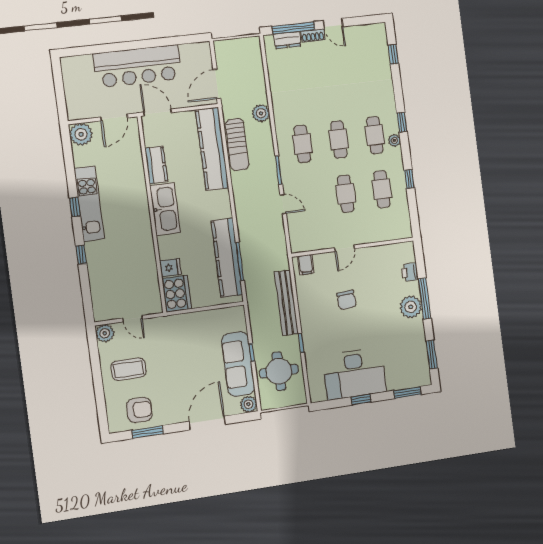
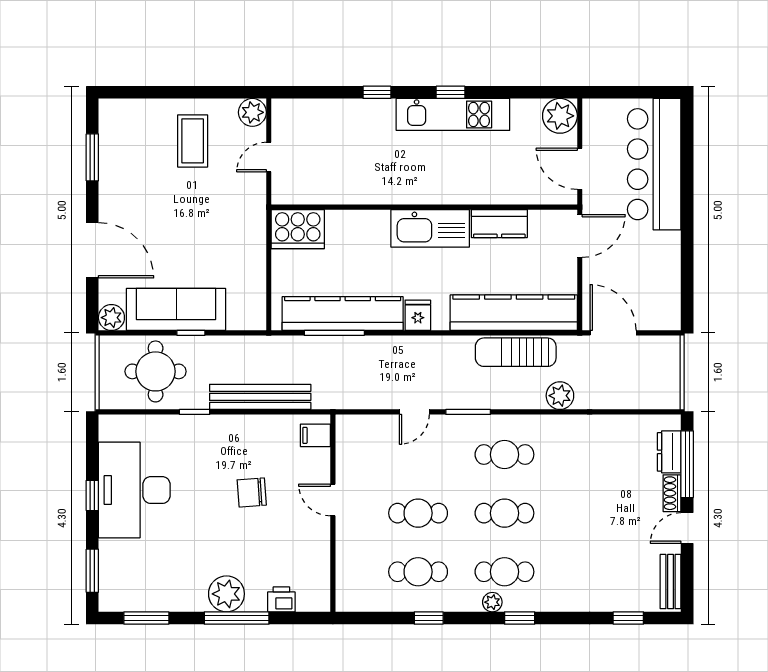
bench: (368, 30) -> (671, 582), added
bar counter: (138, 66) -> (654, 164), moved
fridge: (170, 268) -> (418, 315), moved, turned 180
armchair: (139, 410) -> (128, 149), removed

